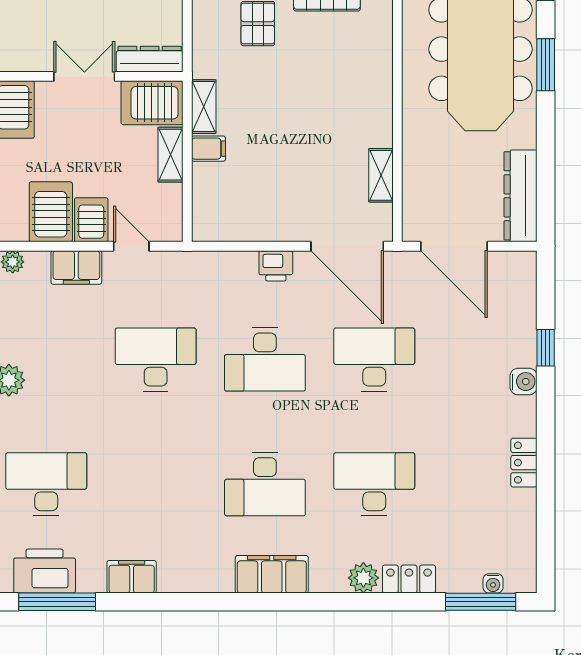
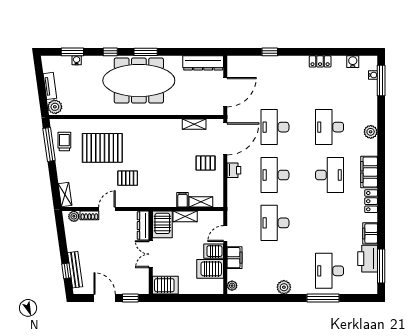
shelving: (204, 107) -> (201, 202), moved
pallet: (292, 201) -> (206, 163), added
desk: (265, 360) -> (275, 175), turned 180
water cooler: (524, 382) -> (353, 62), moved
printer: (45, 571) -> (368, 259), moved
locker: (409, 579) -> (371, 201), moved

